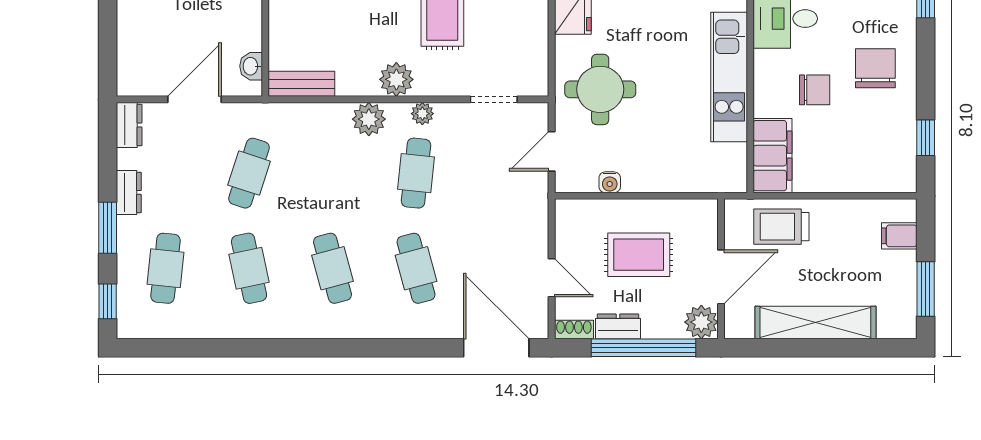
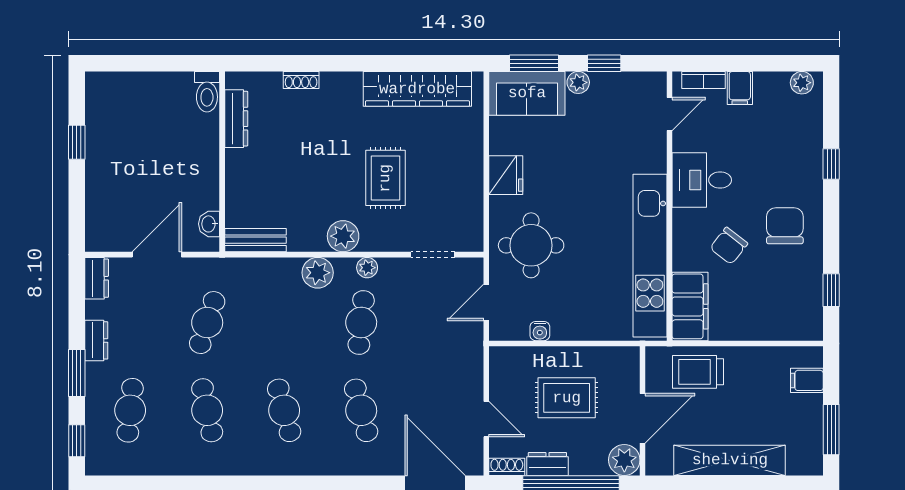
kitchen unit: (729, 77) -> (650, 256), width x1.36
chair: (815, 90) -> (729, 246), turned 128

